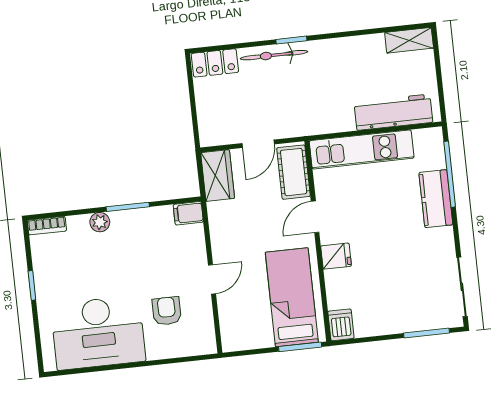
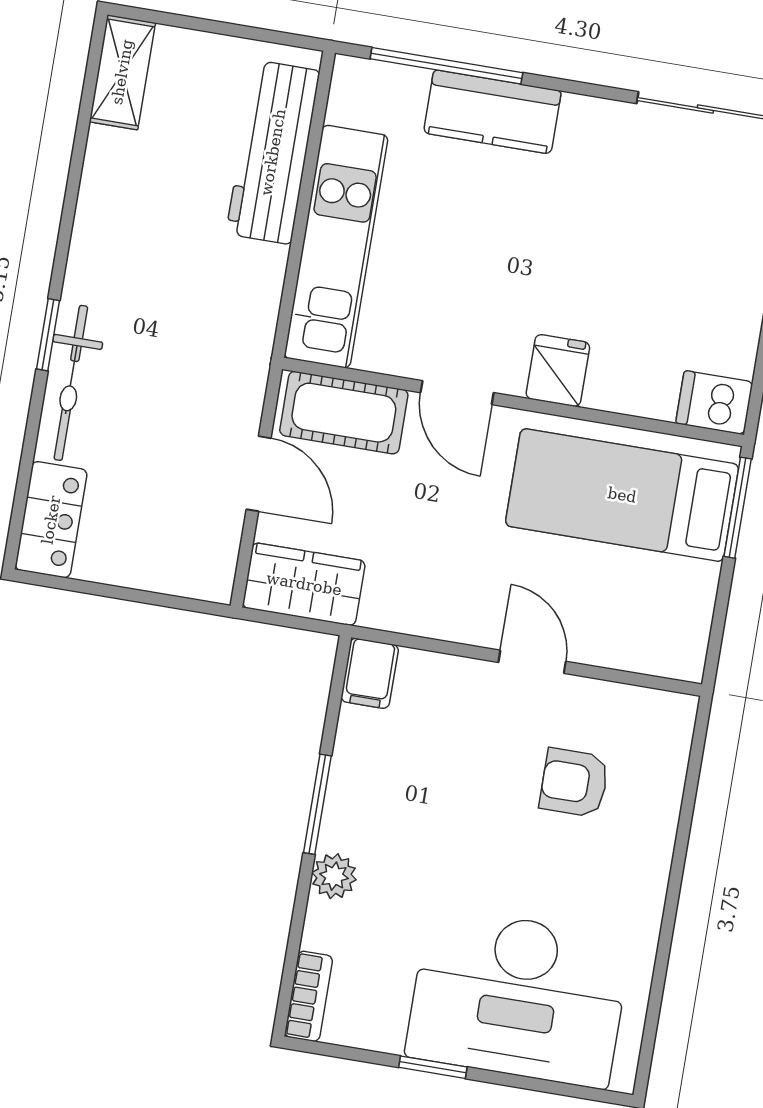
desk: (98, 333) -> (518, 997), moved, turned 90

